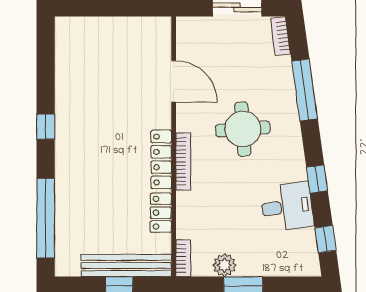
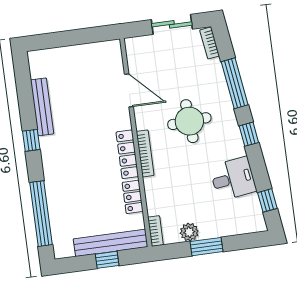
bench: (64, 87) -> (42, 107), added
window: (317, 179) -> (249, 134), moved

